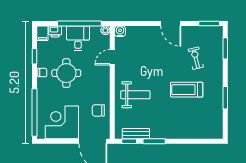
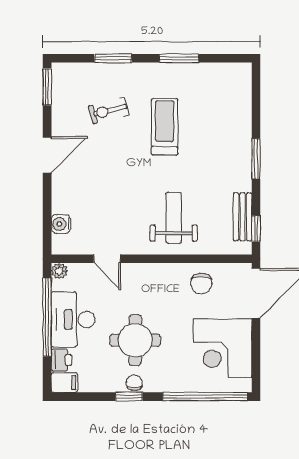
water cooler: (120, 31) -> (61, 224), moved
desk: (78, 38) -> (73, 319), width x1.37
window: (225, 48) -> (113, 58), moved
window: (35, 56) -> (129, 397), moved
treadmill: (187, 90) -> (165, 127), turned 180
window: (154, 141) -> (256, 159), moved

